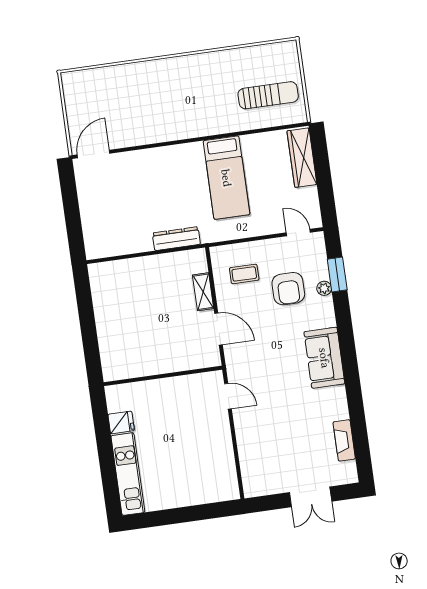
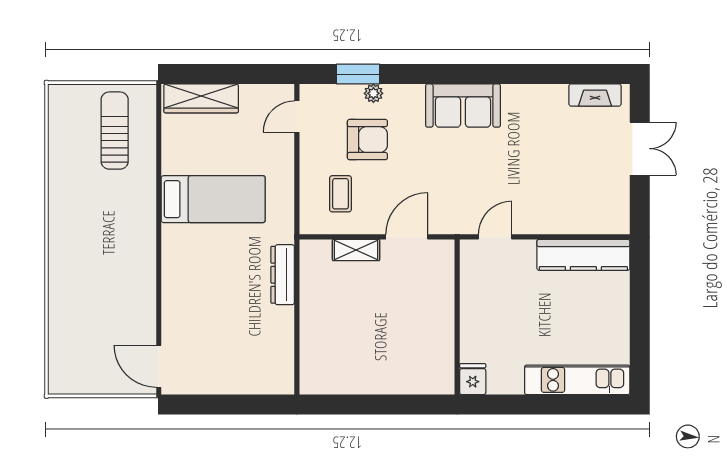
fridge: (121, 422) -> (473, 379), moved
fireplace: (344, 440) -> (595, 95), moved
kitchen counter: (224, 465) -> (583, 255), added

